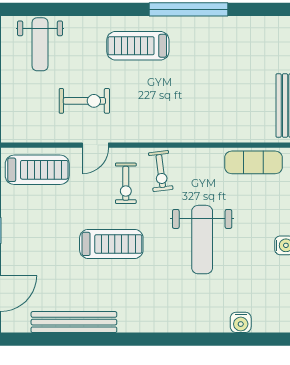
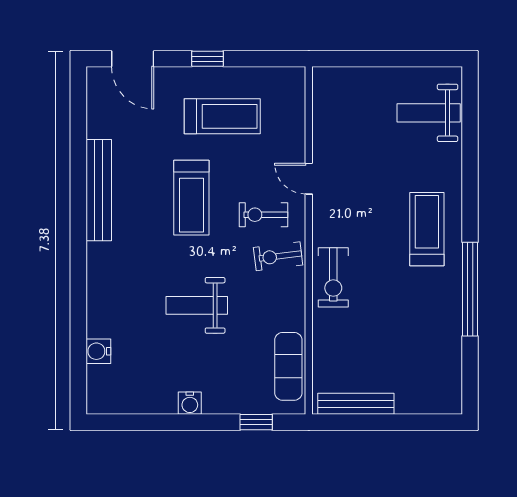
exercise bike: (84, 101) -> (333, 277), moved
treadmill: (37, 170) -> (222, 116), moved, turned -90
weight bench: (202, 240) -> (197, 305), width x0.73, depth x0.75
bench: (74, 322) -> (99, 190), moved

